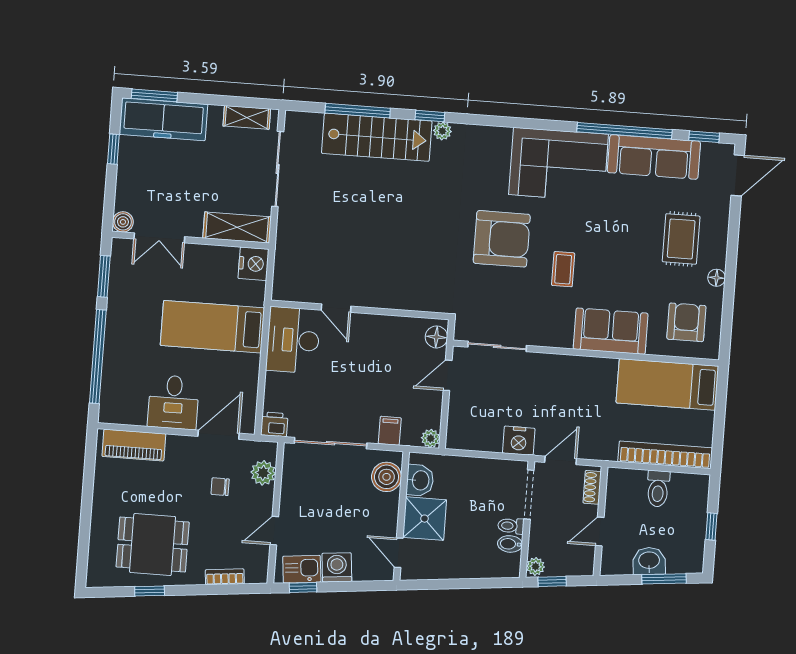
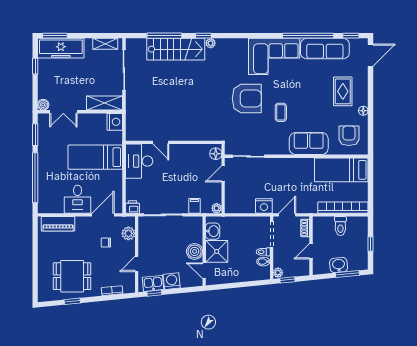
boiler: (387, 477) -> (195, 251), moved

